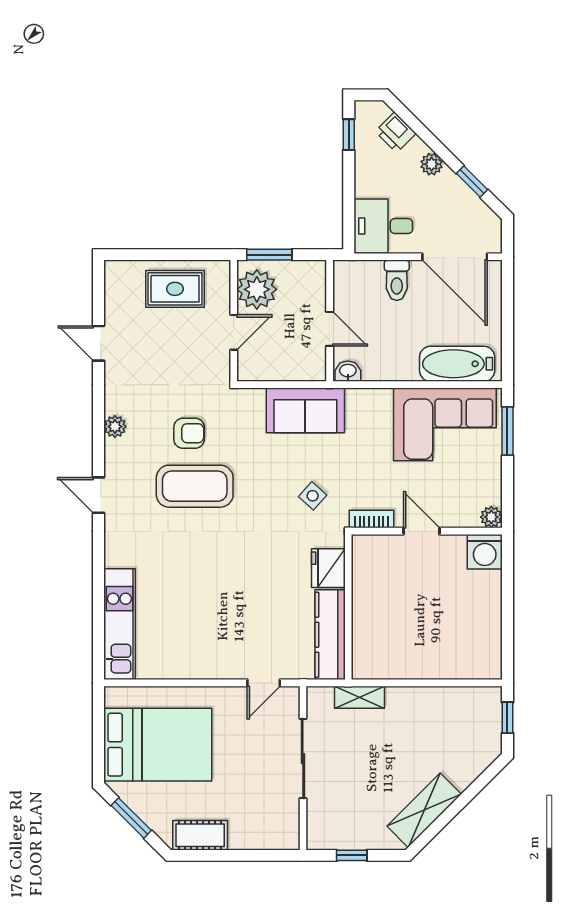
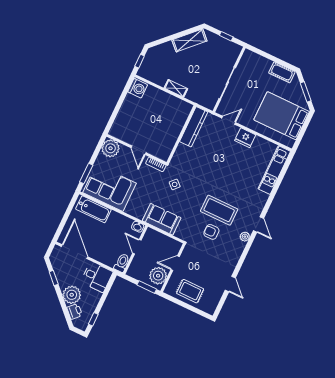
plant: (432, 164) -> (72, 295), width x1.87, depth x1.87
toilet: (397, 280) -> (122, 263), moved
plant: (115, 427) -> (245, 237), moved
plant: (491, 517) -> (111, 148), width x1.88, depth x1.88
washing machine: (485, 552) -> (138, 88), moved, turned 90
fridge: (328, 568) -> (245, 138), moved, turned 90
shelving: (360, 697) -> (176, 88), moved

